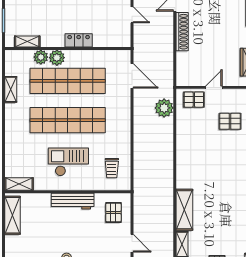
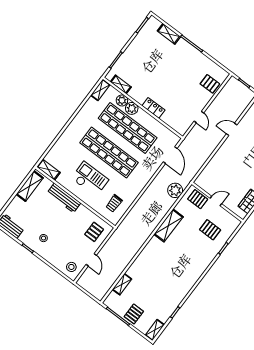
shoe rack: (182, 32) -> (222, 151), removed
shelving: (11, 89) -> (100, 90), moved
workbench: (73, 201) -> (64, 198), moved
shelving: (184, 210) -> (169, 225), moved

